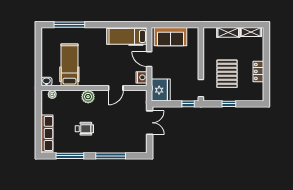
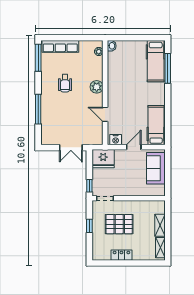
hospital bed: (69, 65) -> (156, 61), moved, turned 90
window: (70, 156) -> (38, 58), moved

